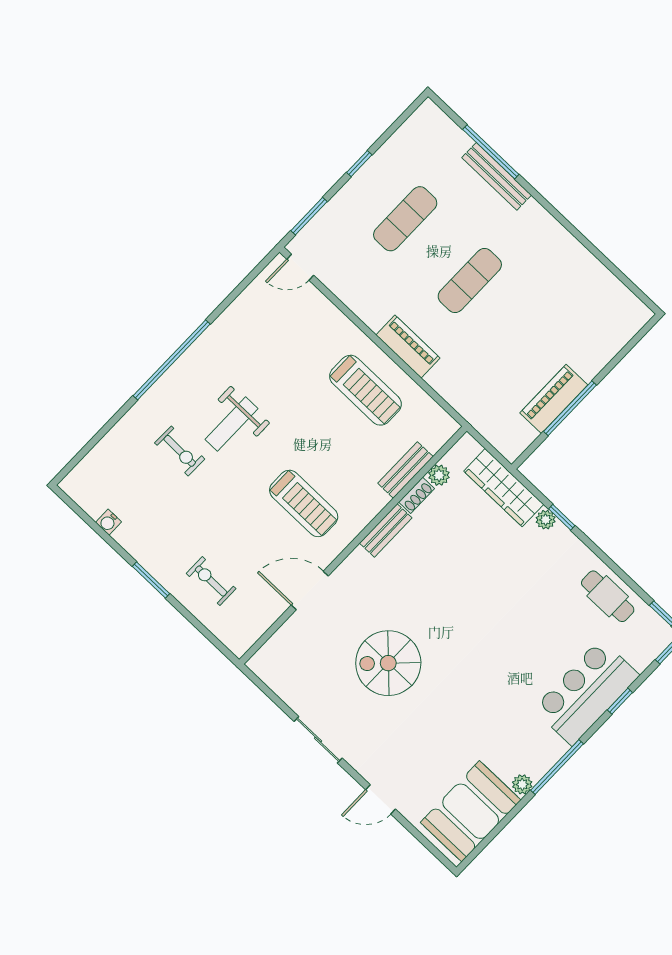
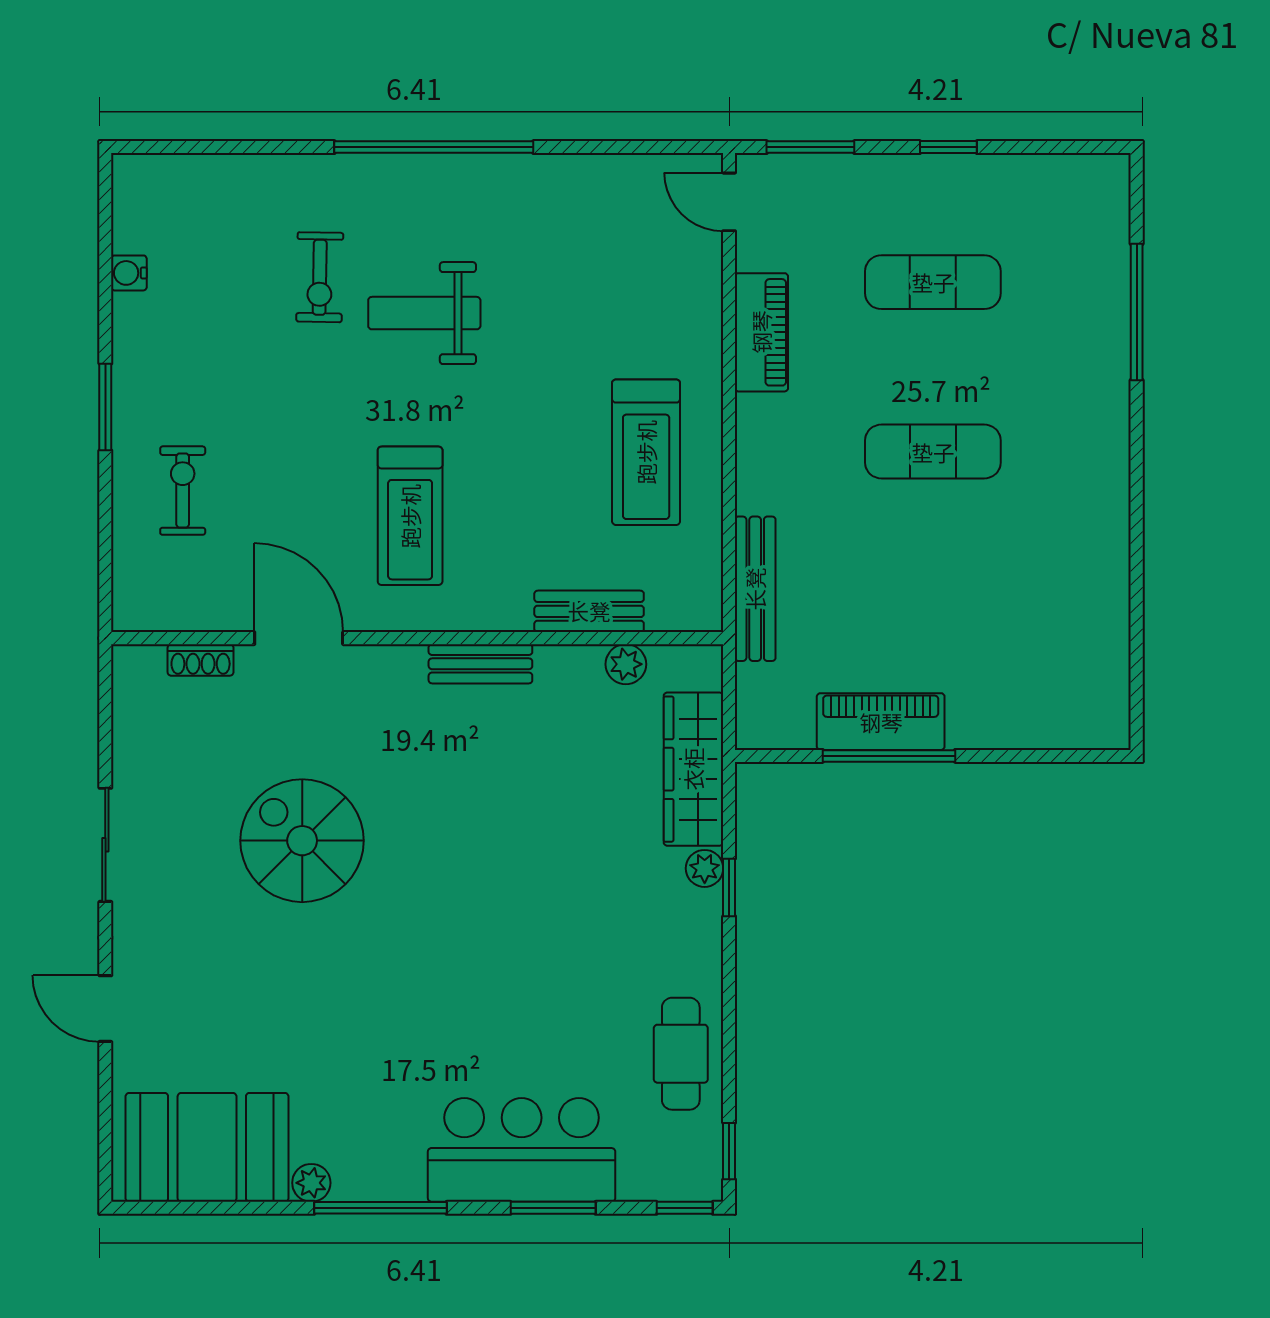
bench: (497, 176) -> (755, 589), moved
piano: (408, 347) -> (761, 332), moved
shoe rack: (417, 495) -> (201, 660), moved
window: (620, 701) -> (553, 1208), width x1.50

